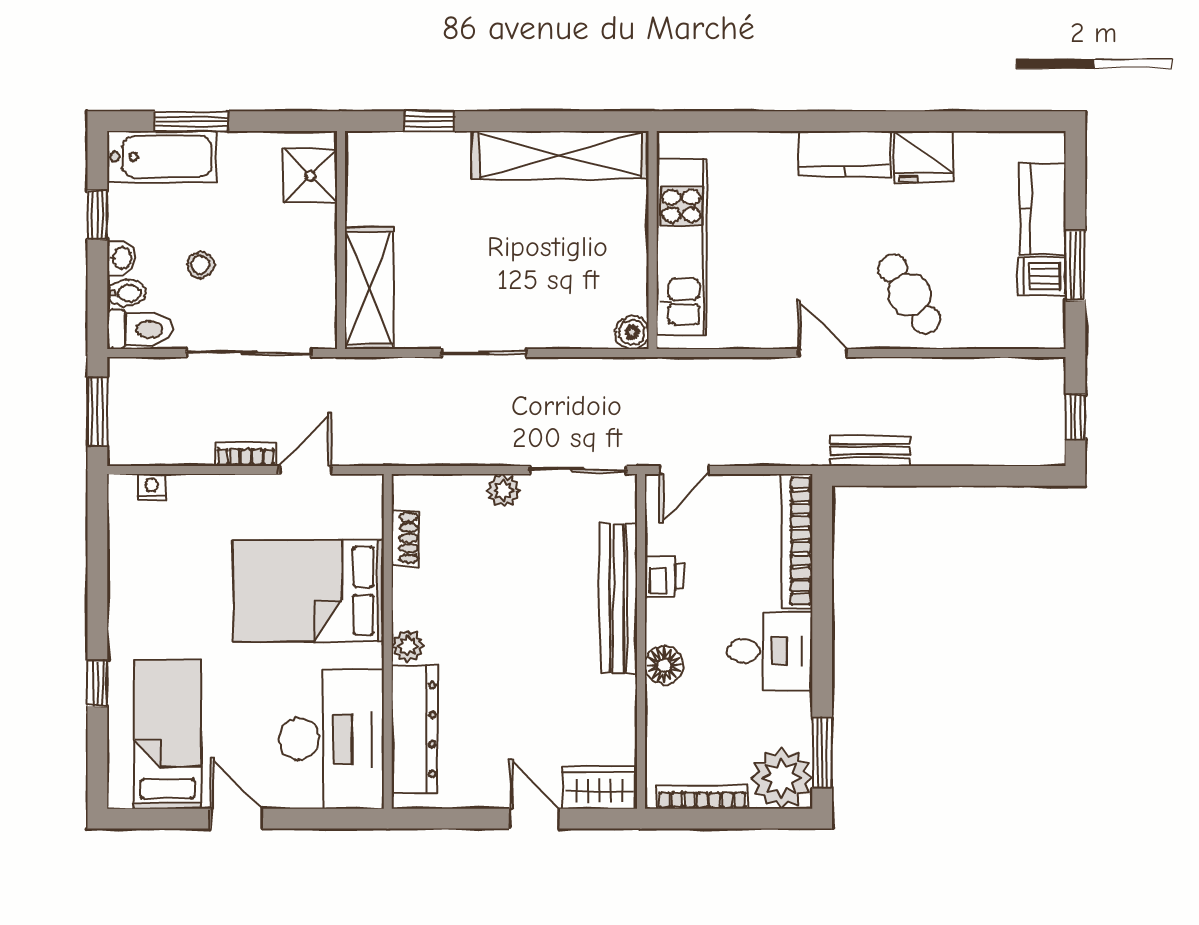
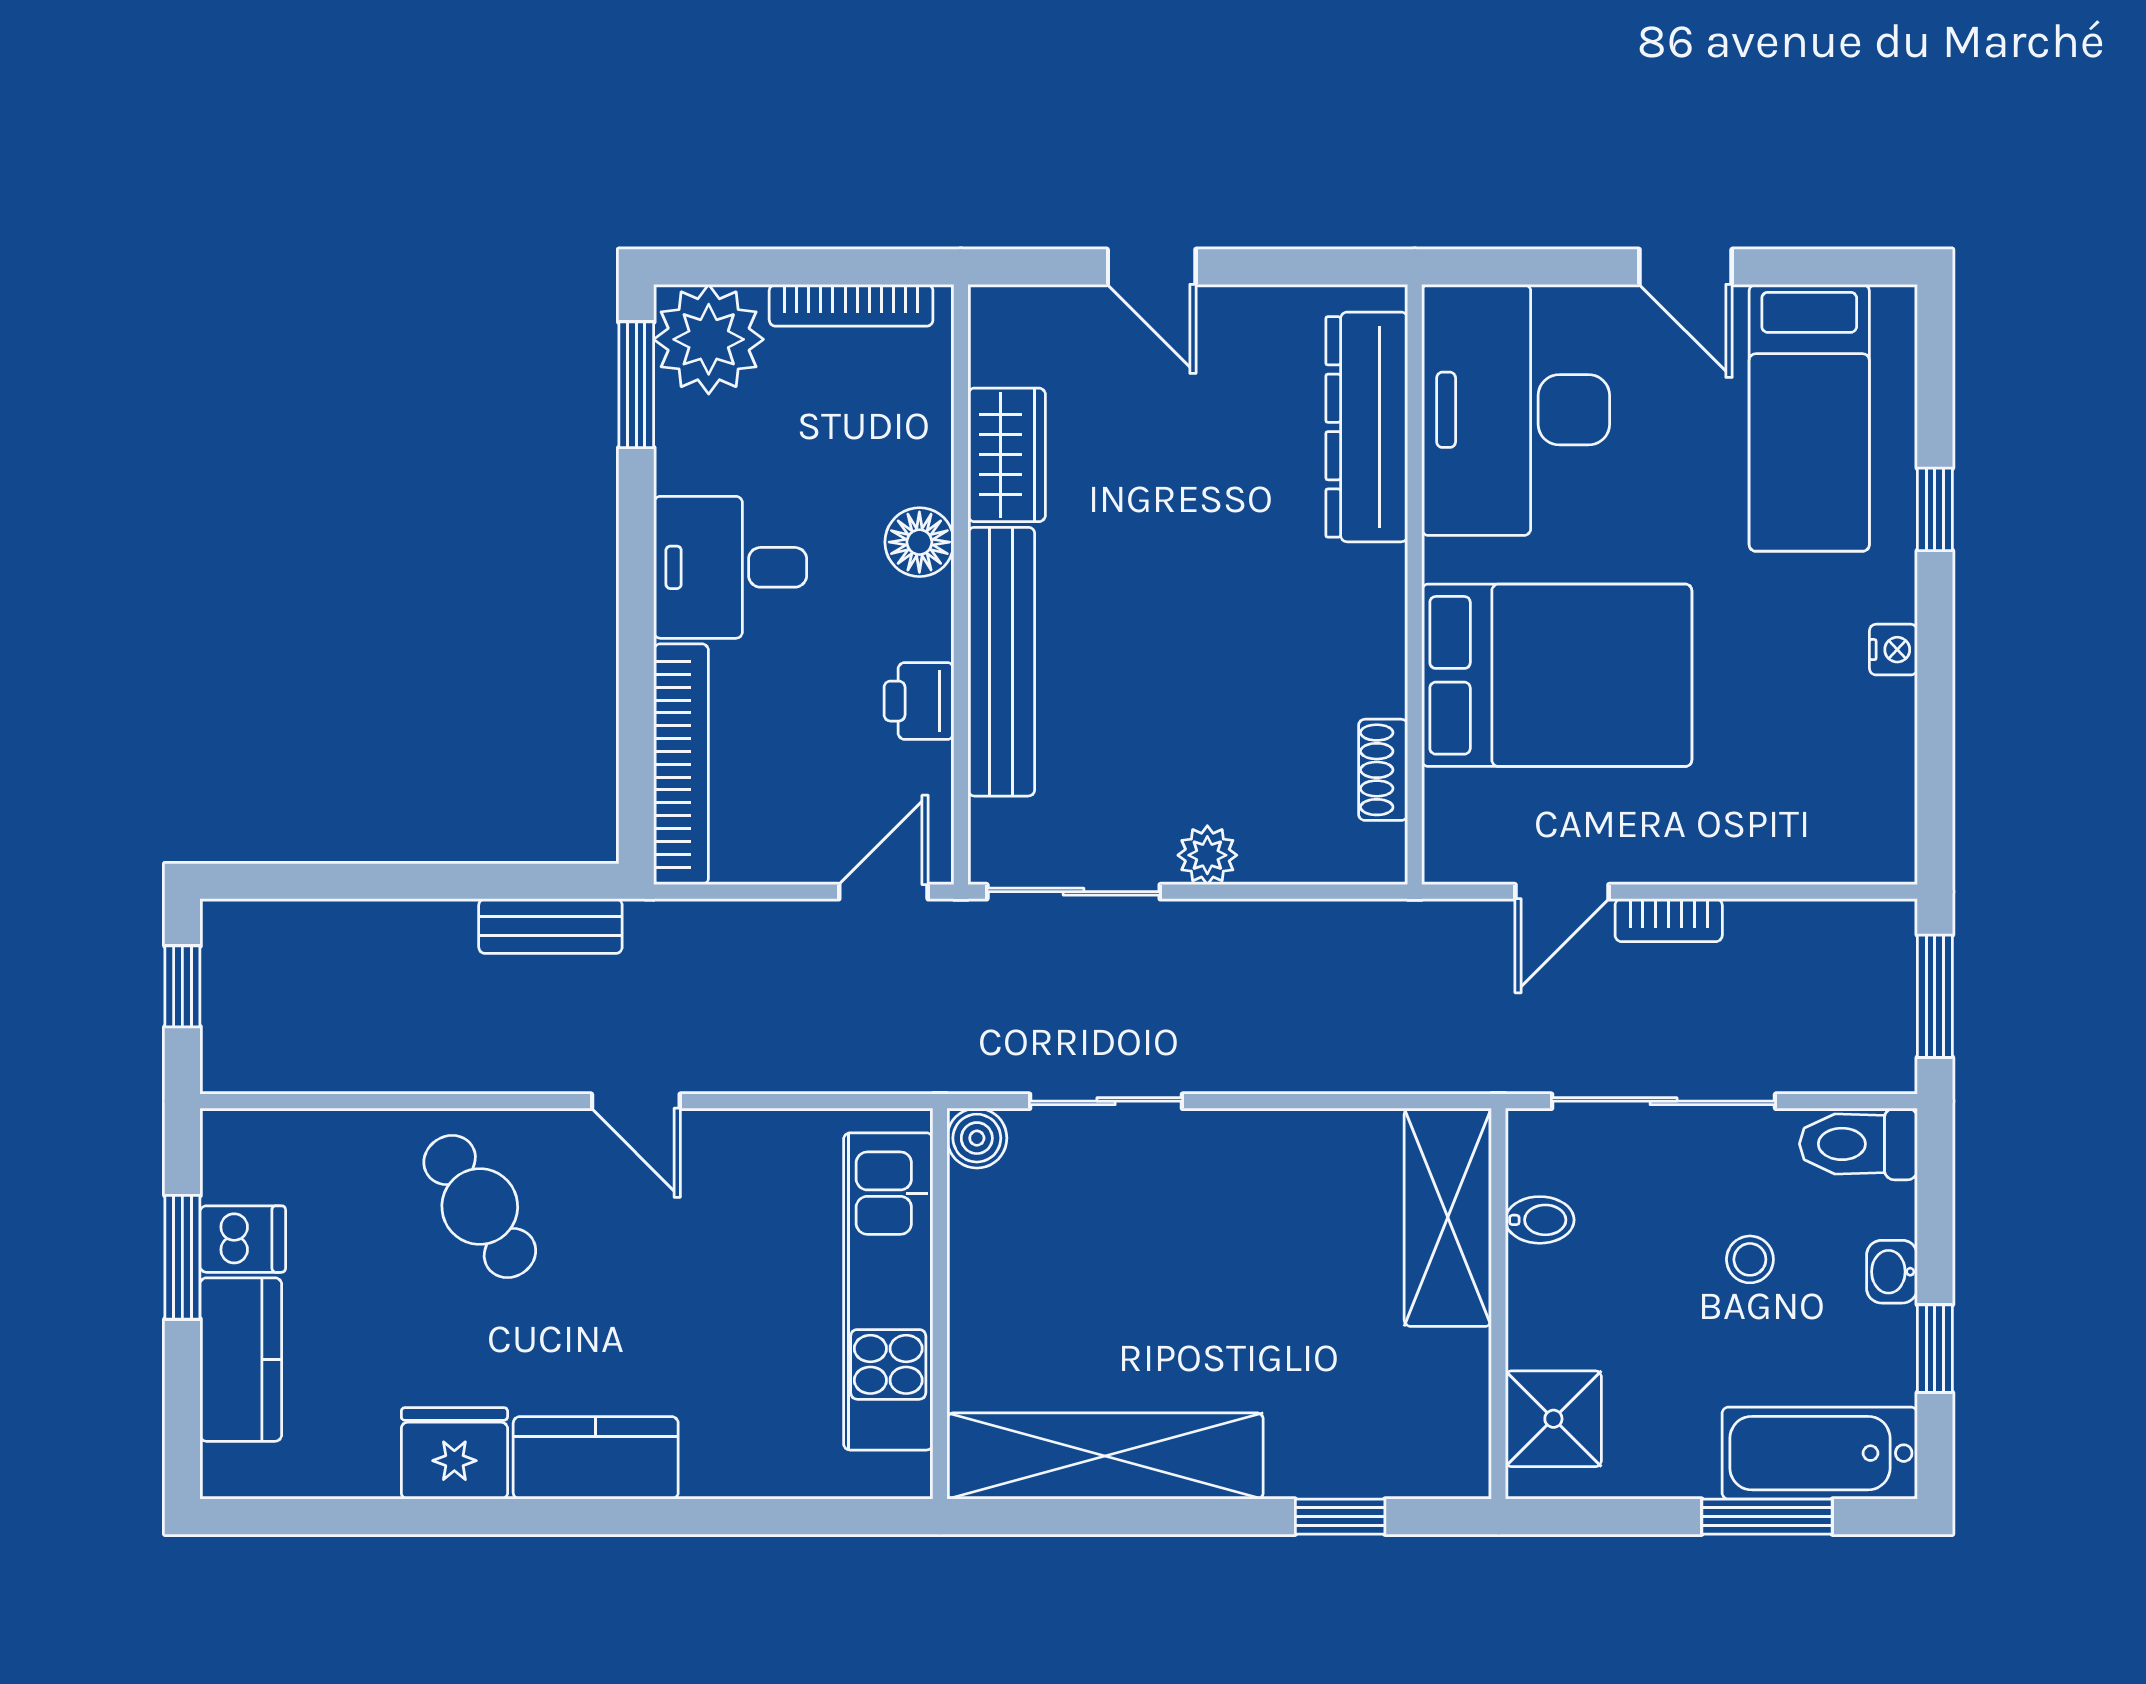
bidet: (126, 293) -> (1540, 1220), moved, turned 180
sliding door: (484, 353) -> (1106, 1101), moved
nightstand: (152, 487) -> (1893, 650), moved, turned -90
plant: (408, 646) -> (1379, 576), removed
wardrobe: (600, 787) -> (1007, 455), moved, turned -90

